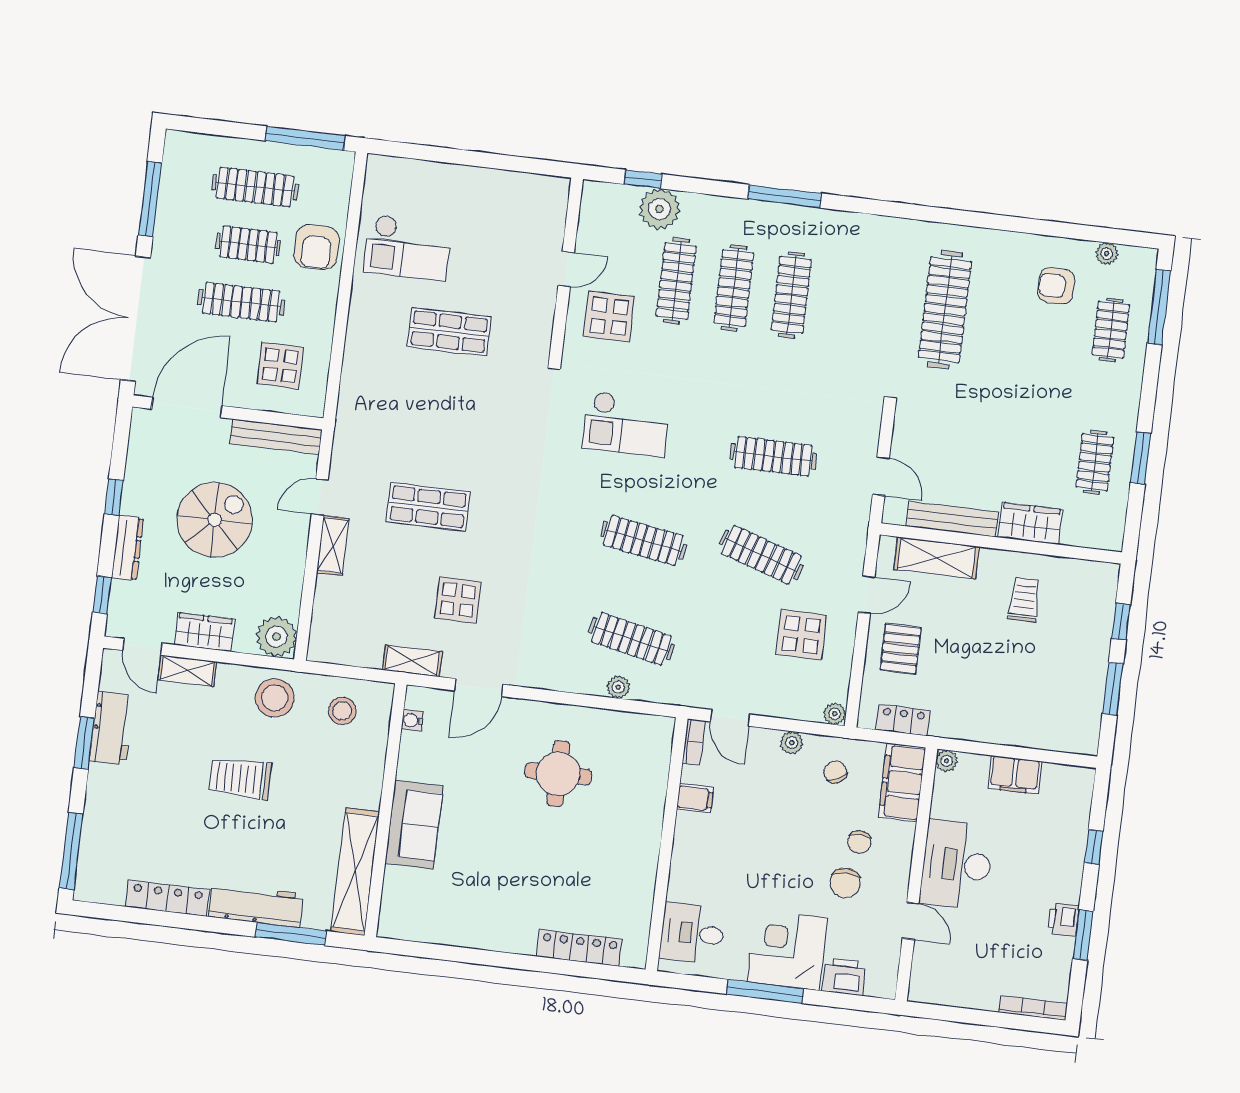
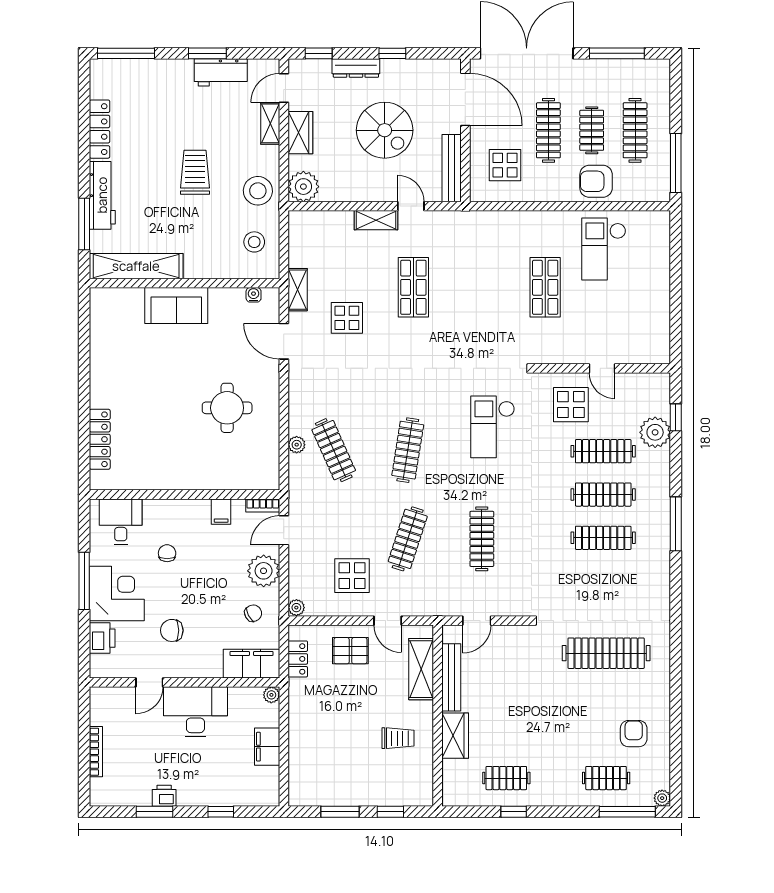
plant: (1107, 254) -> (662, 798), moved
window: (1141, 458) -> (514, 812), width x0.67
clothes rail: (632, 639) -> (334, 450), turned -36
plant: (792, 743) -> (264, 571), width x1.87, depth x1.87
chair: (859, 842) -> (167, 553), moved, turned 90
bookcase: (1033, 1008) -> (96, 752), moved

